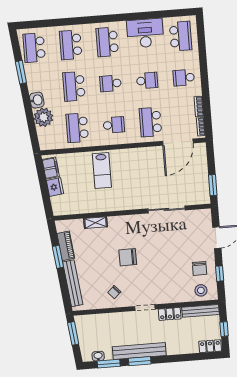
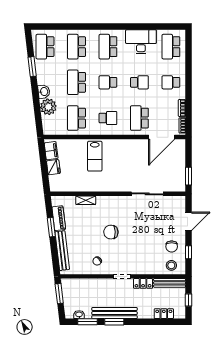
school desk: (180, 36) -> (171, 47), turned 180
locker: (210, 346) -> (164, 314), moved

